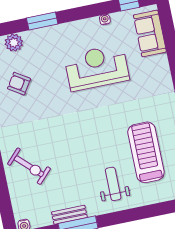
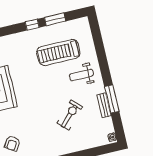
exercise bike: (29, 166) -> (70, 115), moved

